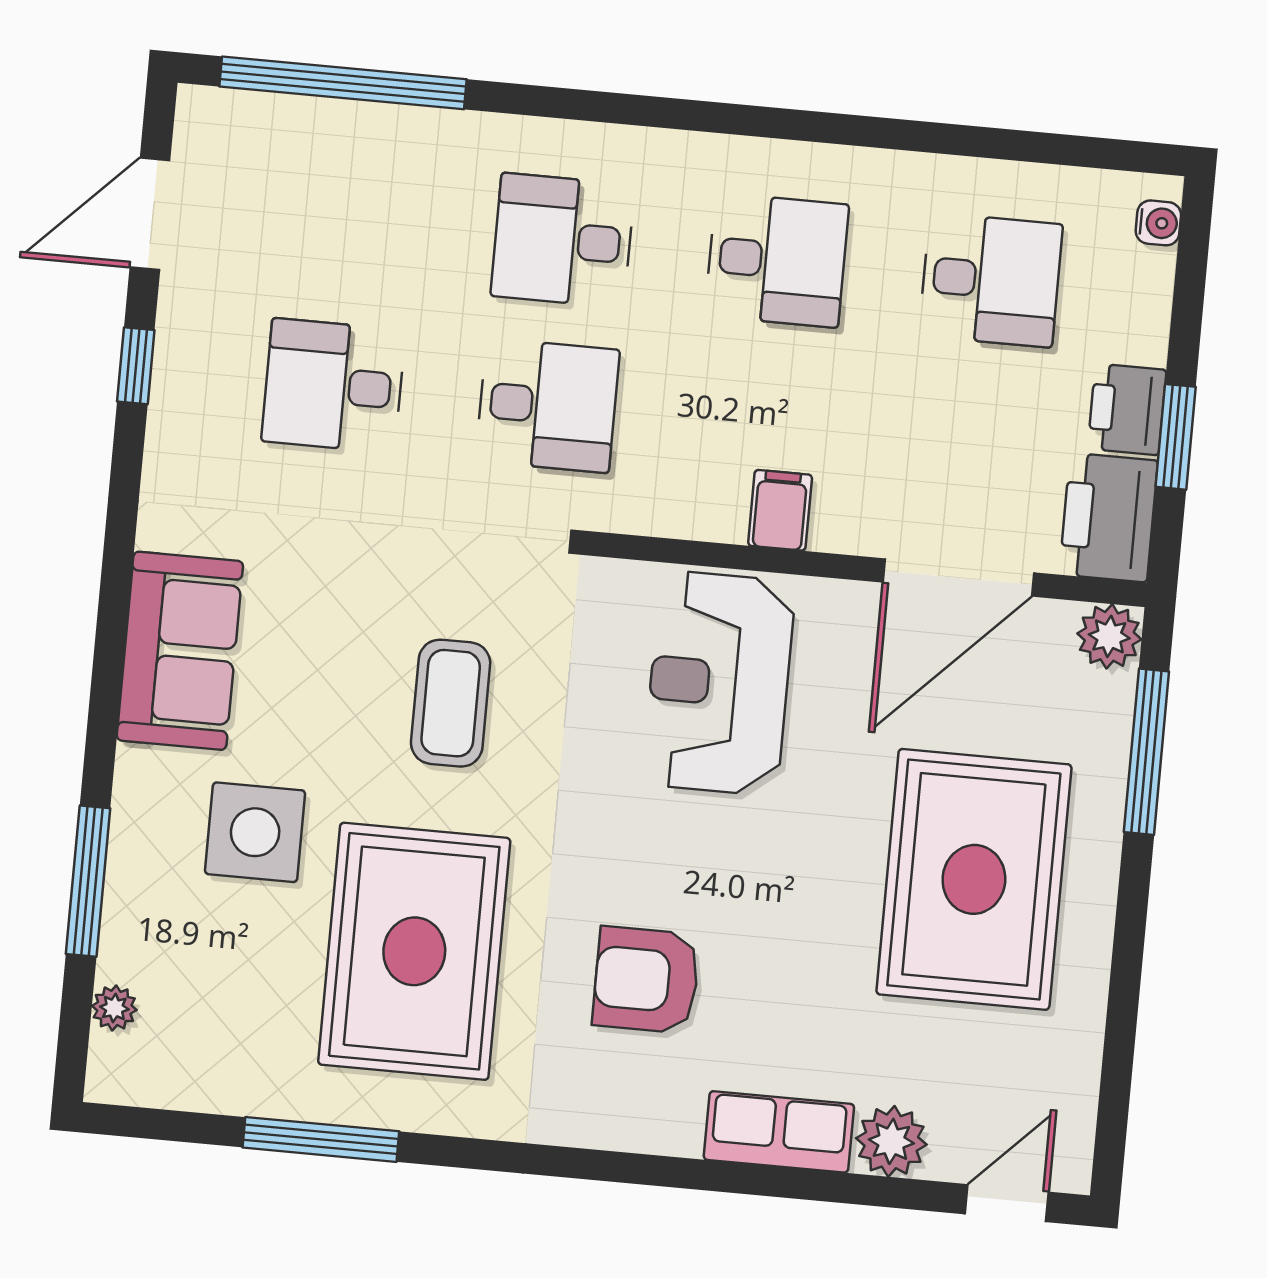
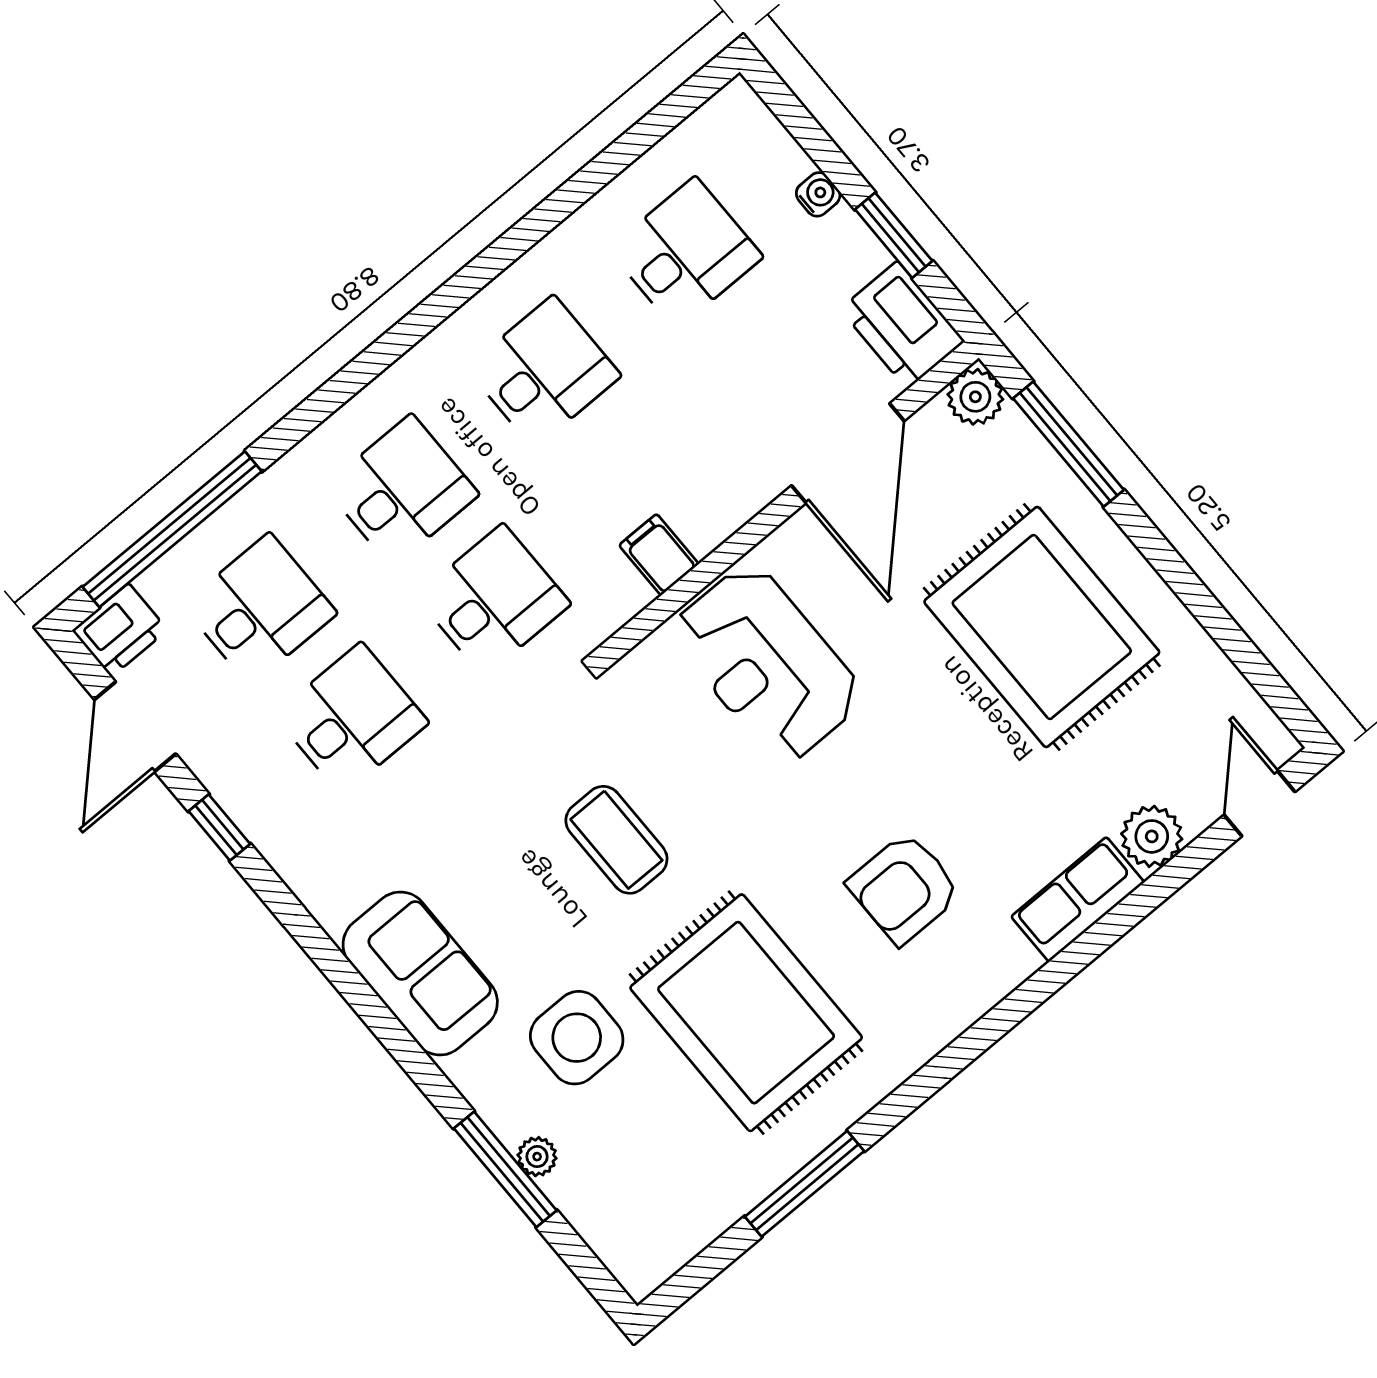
desk: (349, 220) -> (260, 609), added
water cooler: (1158, 223) -> (818, 194), moved
desk: (563, 240) -> (402, 490), turned 180
desk: (334, 386) -> (351, 719), turned 180
printer: (1127, 409) -> (120, 630), moved, turned -90
filing cabinet: (780, 510) -> (659, 555), moved
plant: (114, 1008) -> (537, 1157), moved

